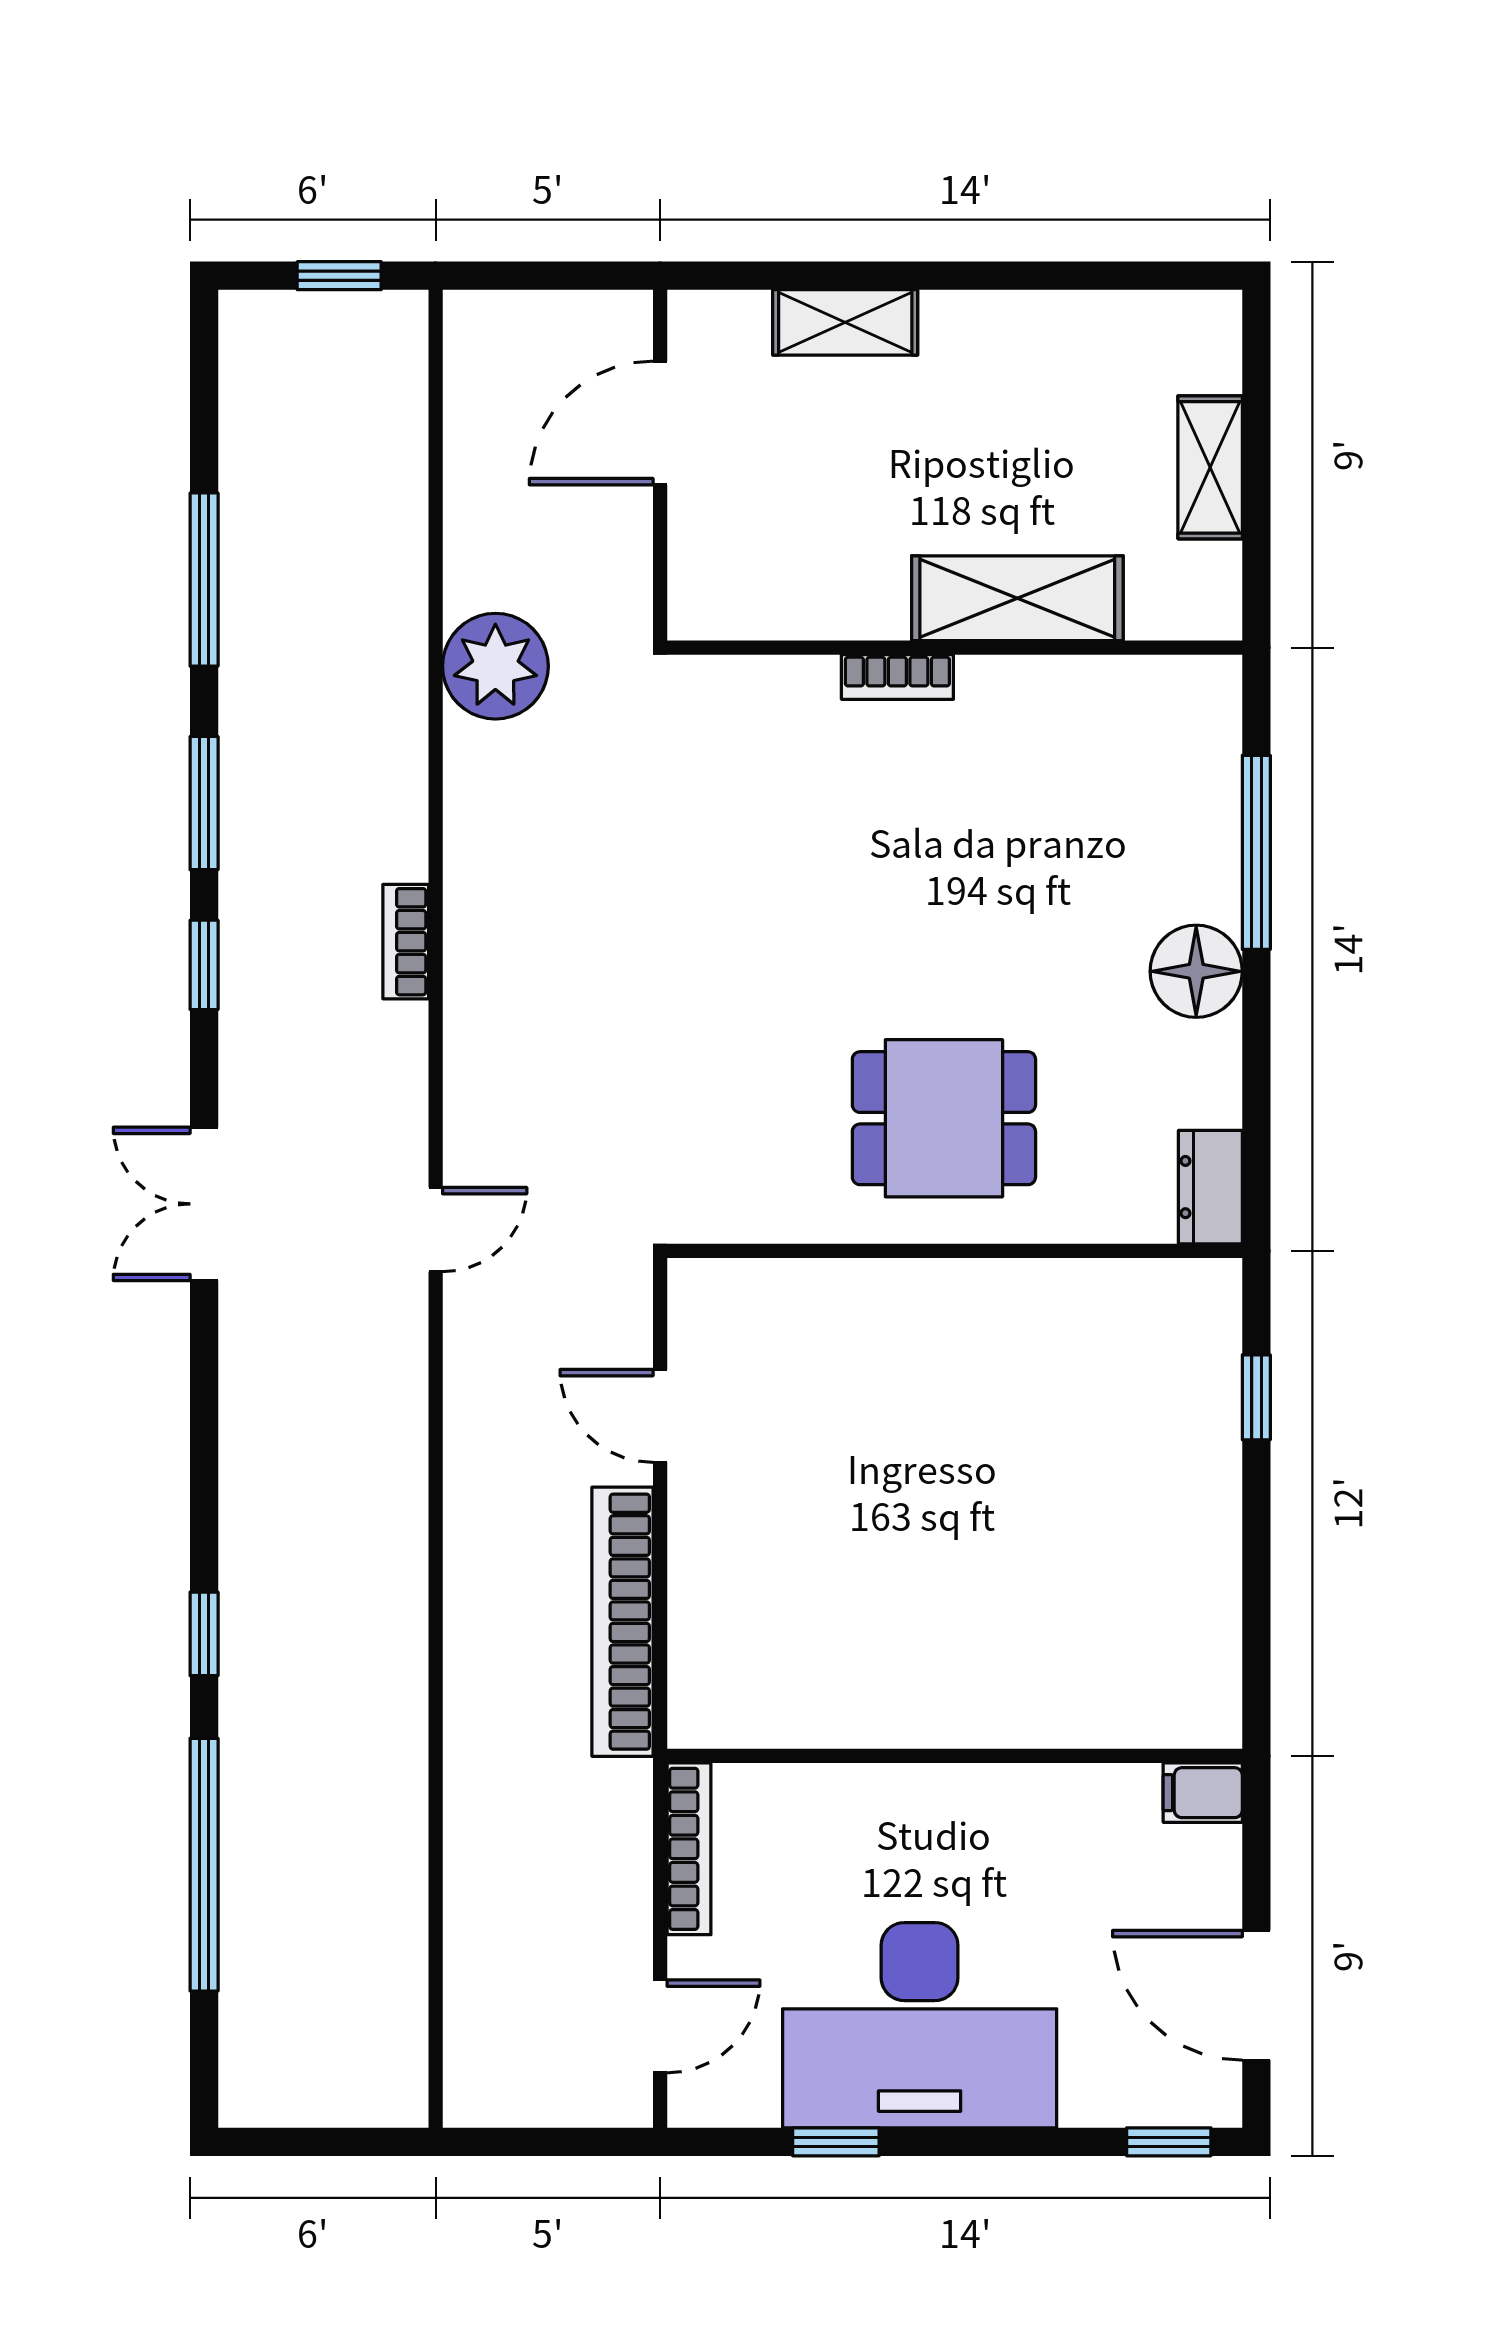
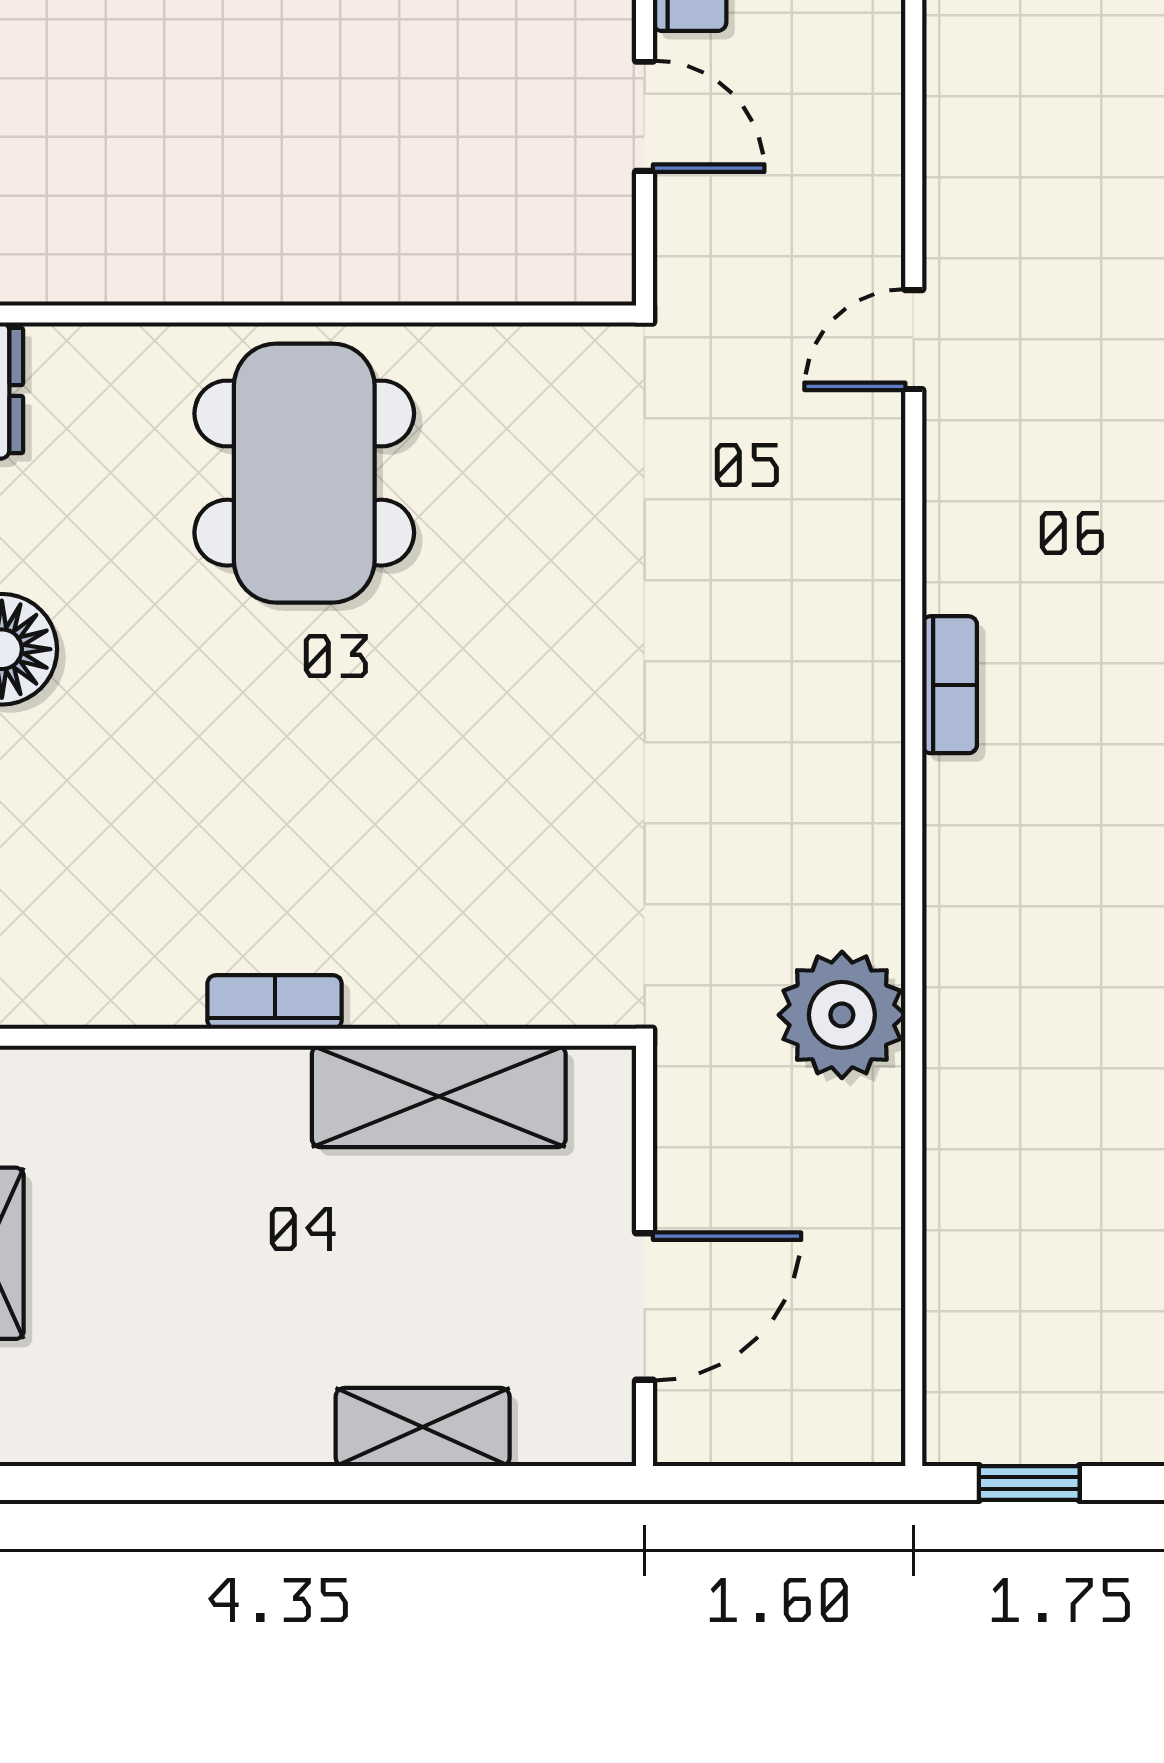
shelving: (1017, 598) -> (439, 1096), moved
bookcase: (897, 677) -> (275, 1002), moved
dining table: (944, 1118) -> (304, 473), width x1.37

